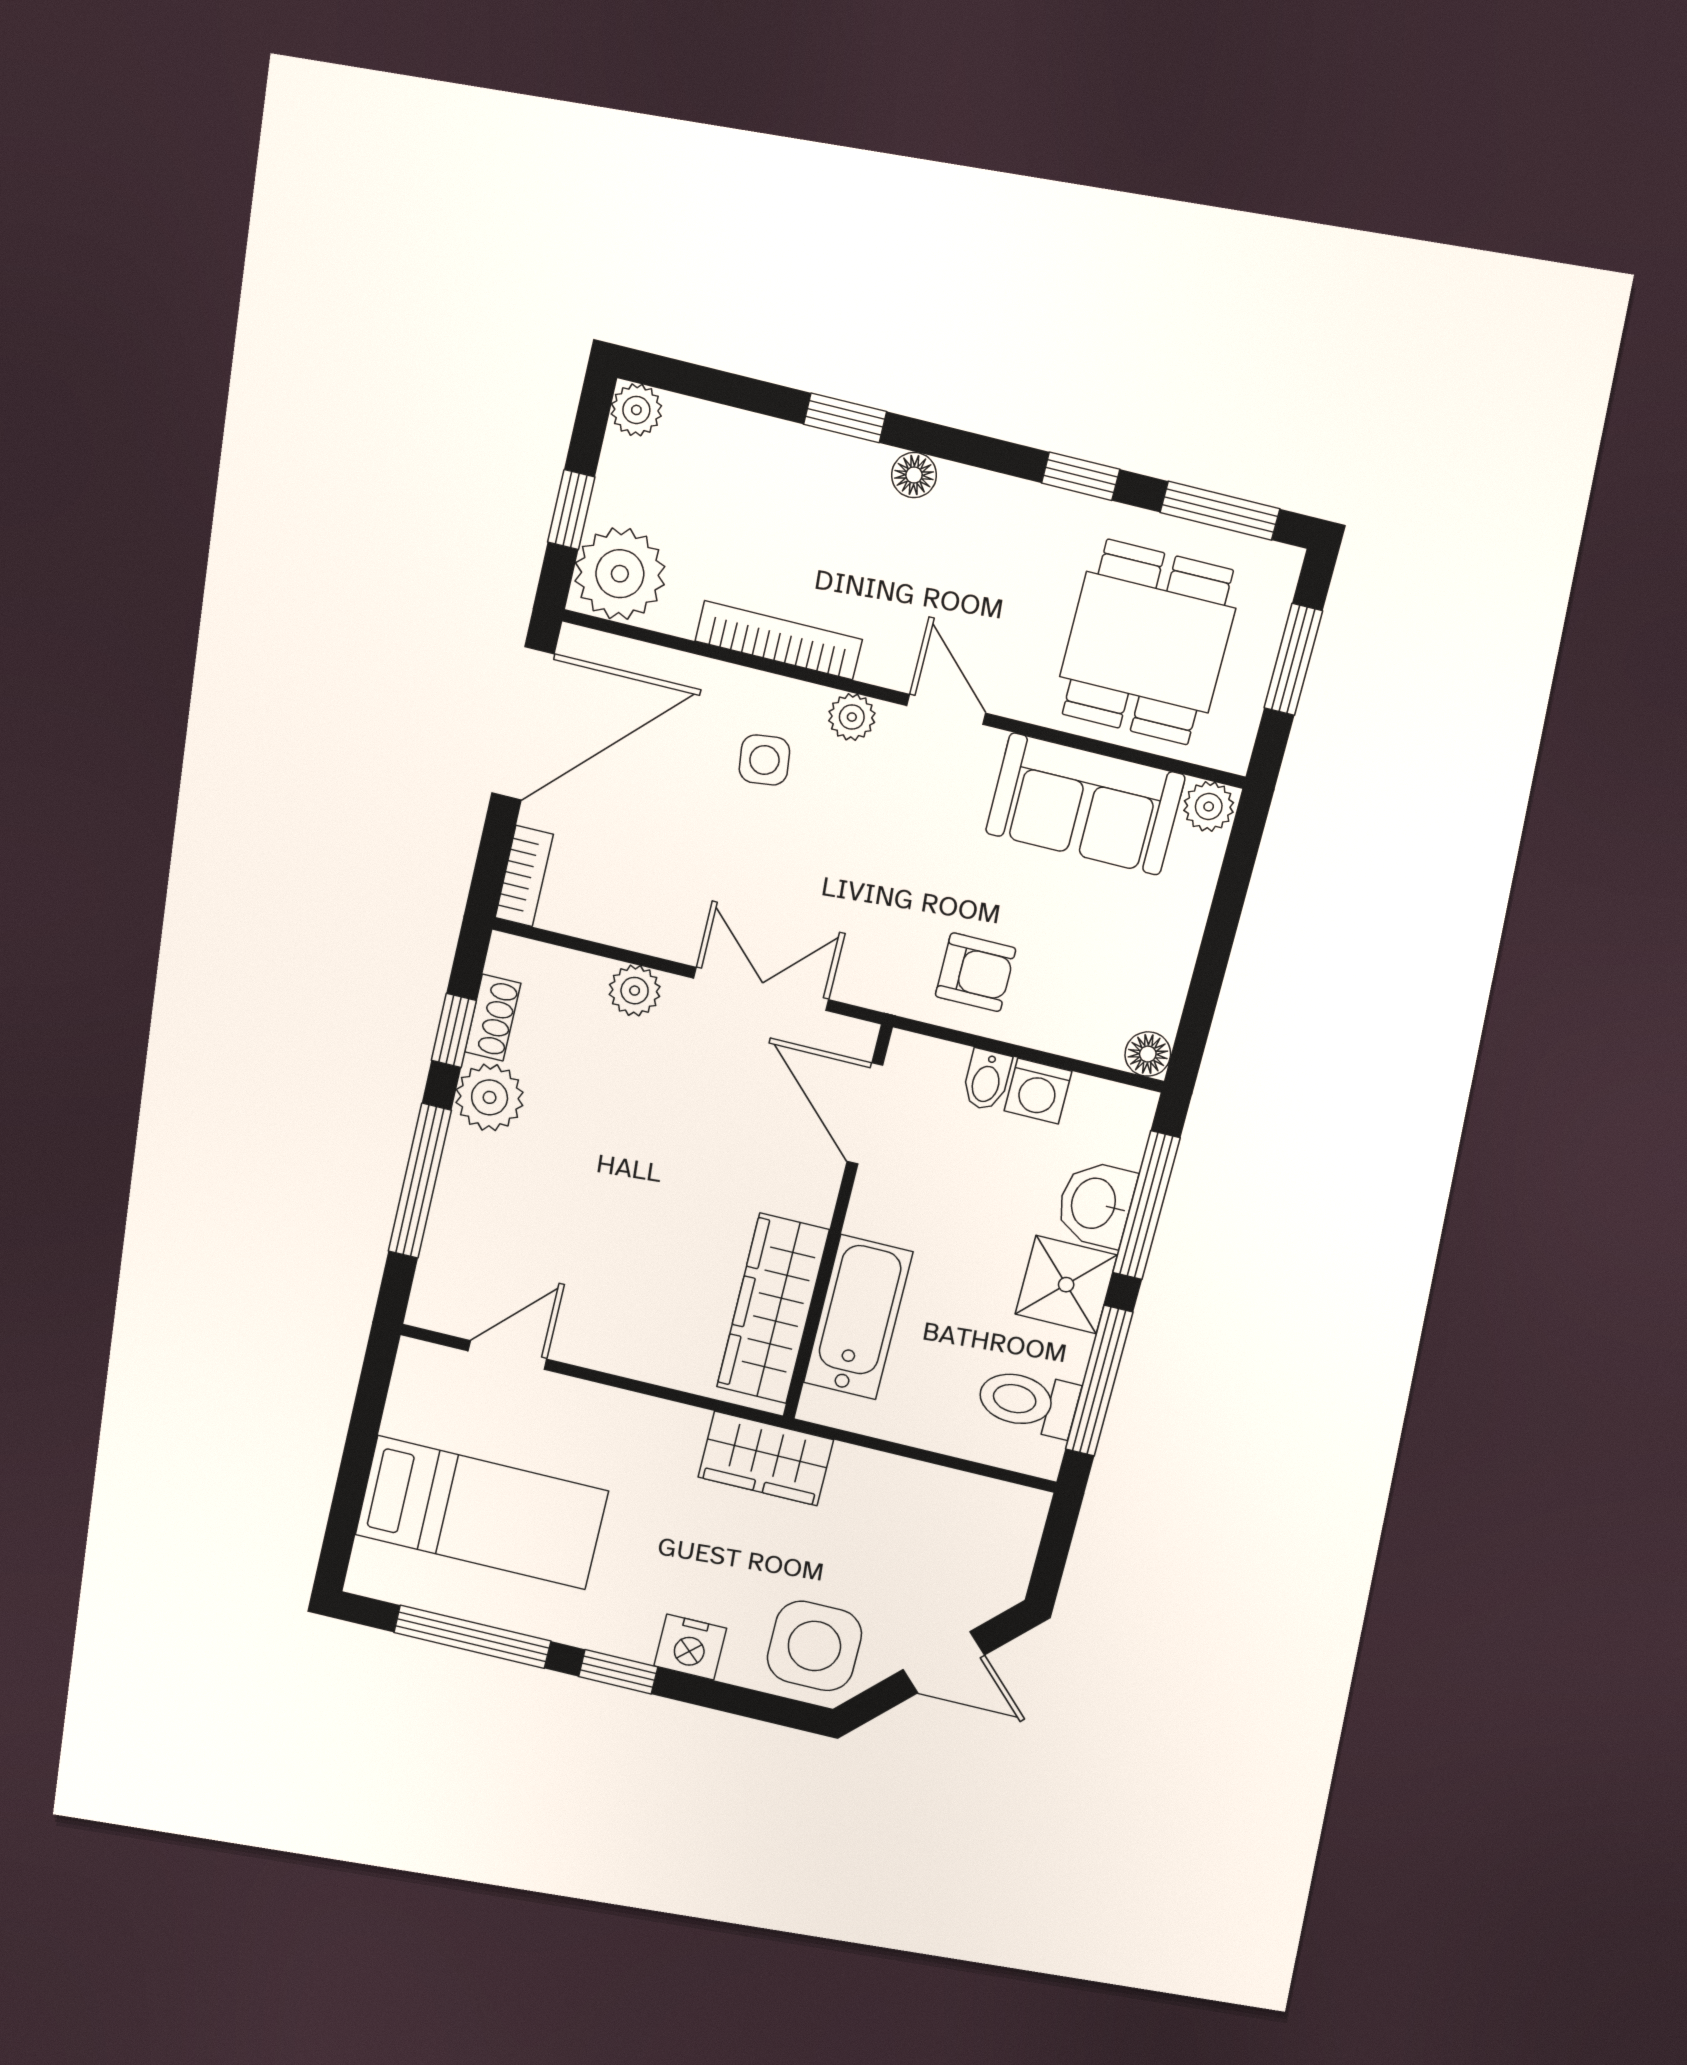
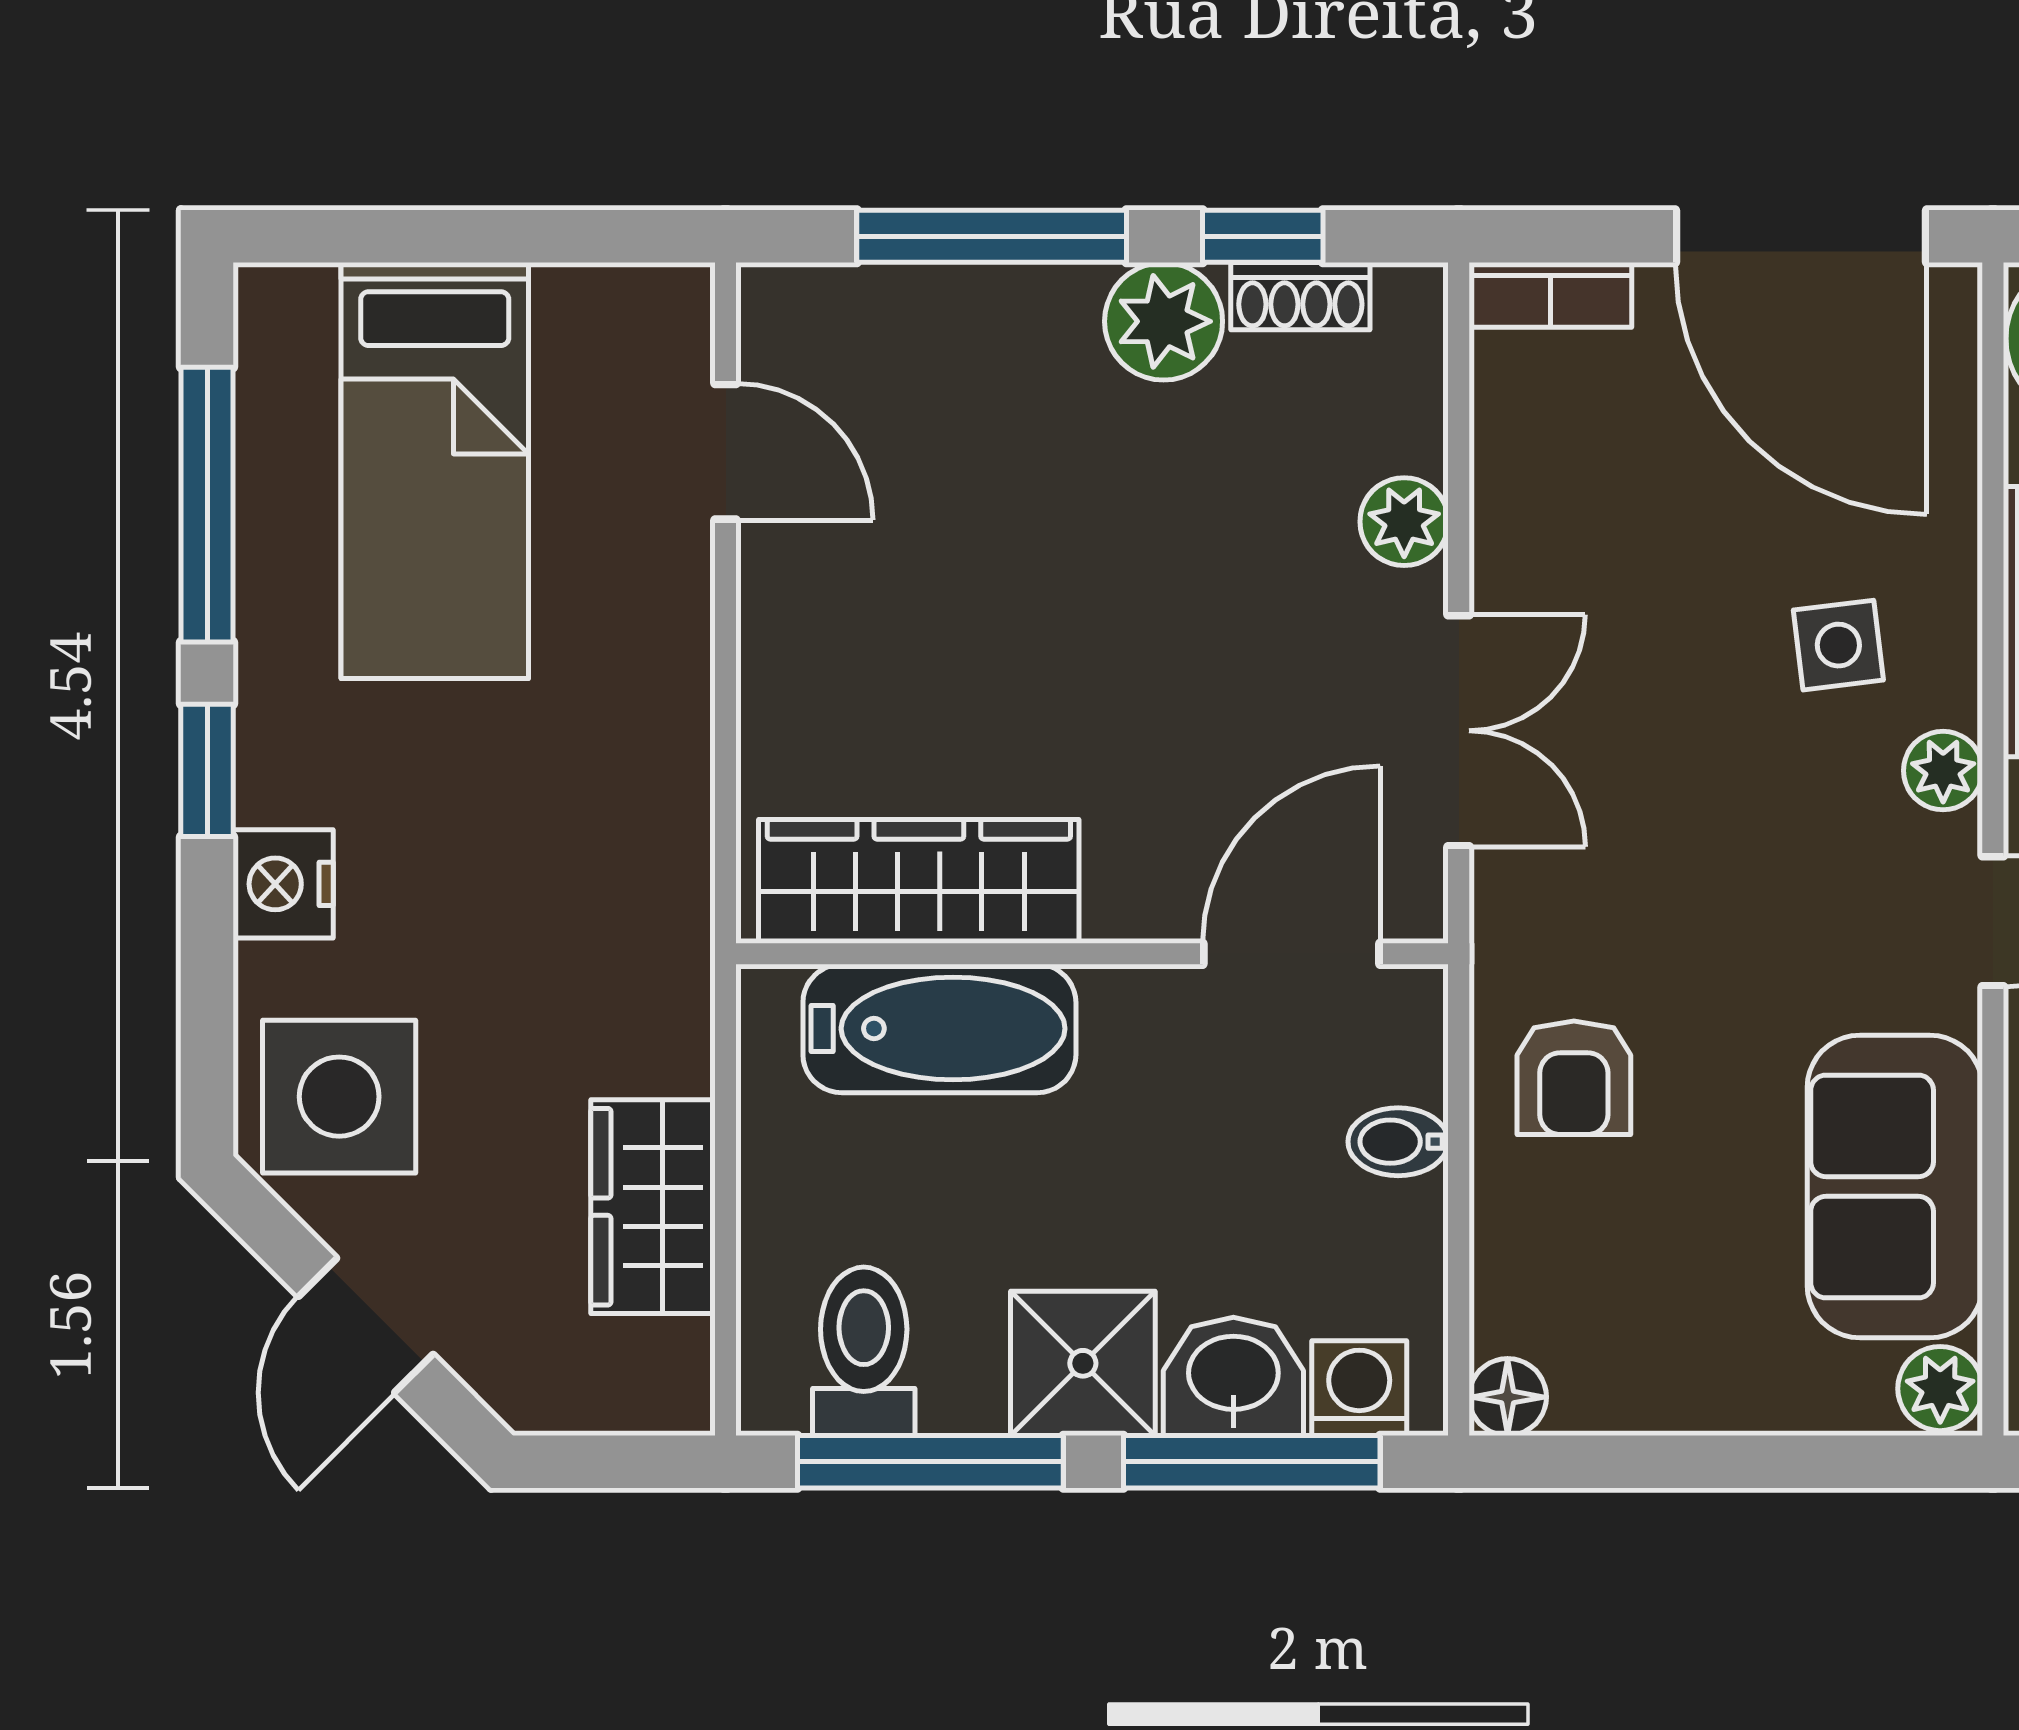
washing machine: (1038, 1091) -> (1359, 1388), moved, turned 90
wardrobe: (766, 1458) -> (653, 1207), moved

